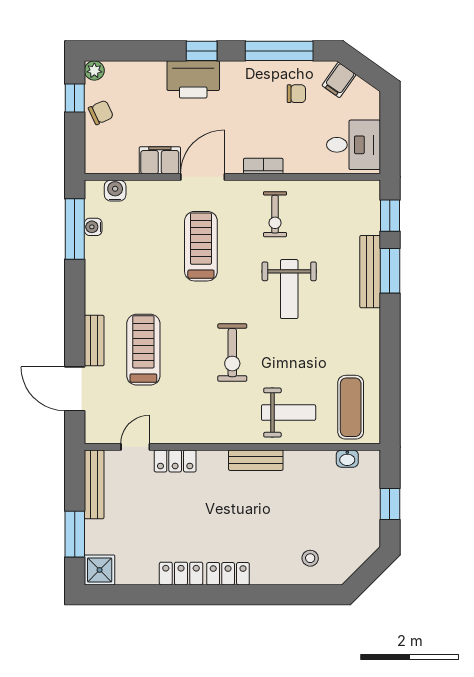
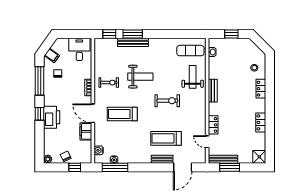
window: (75, 98) -> (75, 167), moved
window: (75, 534) -> (230, 167), moved
locker: (228, 574) -> (261, 89), moved

